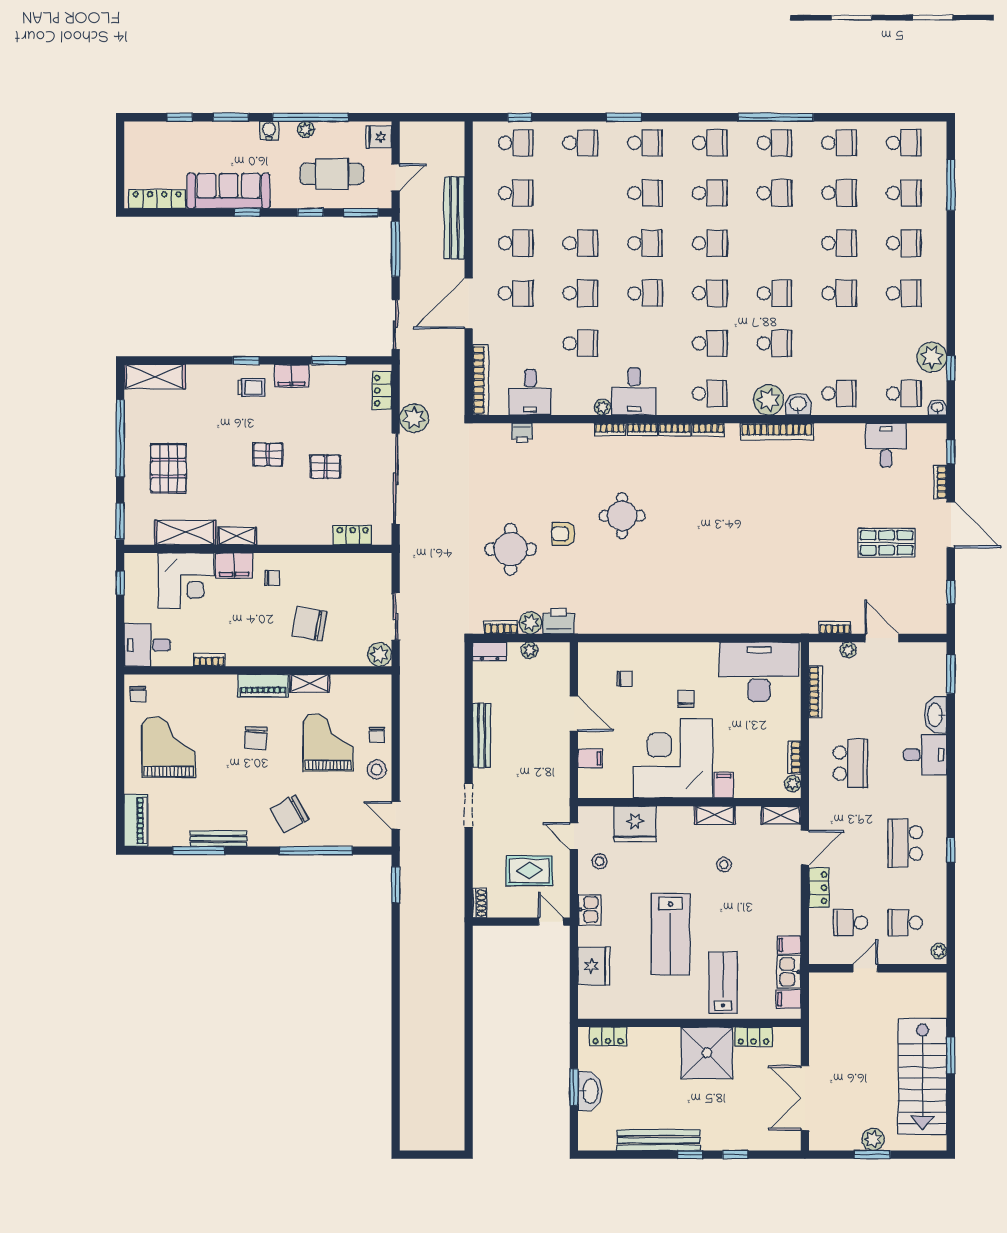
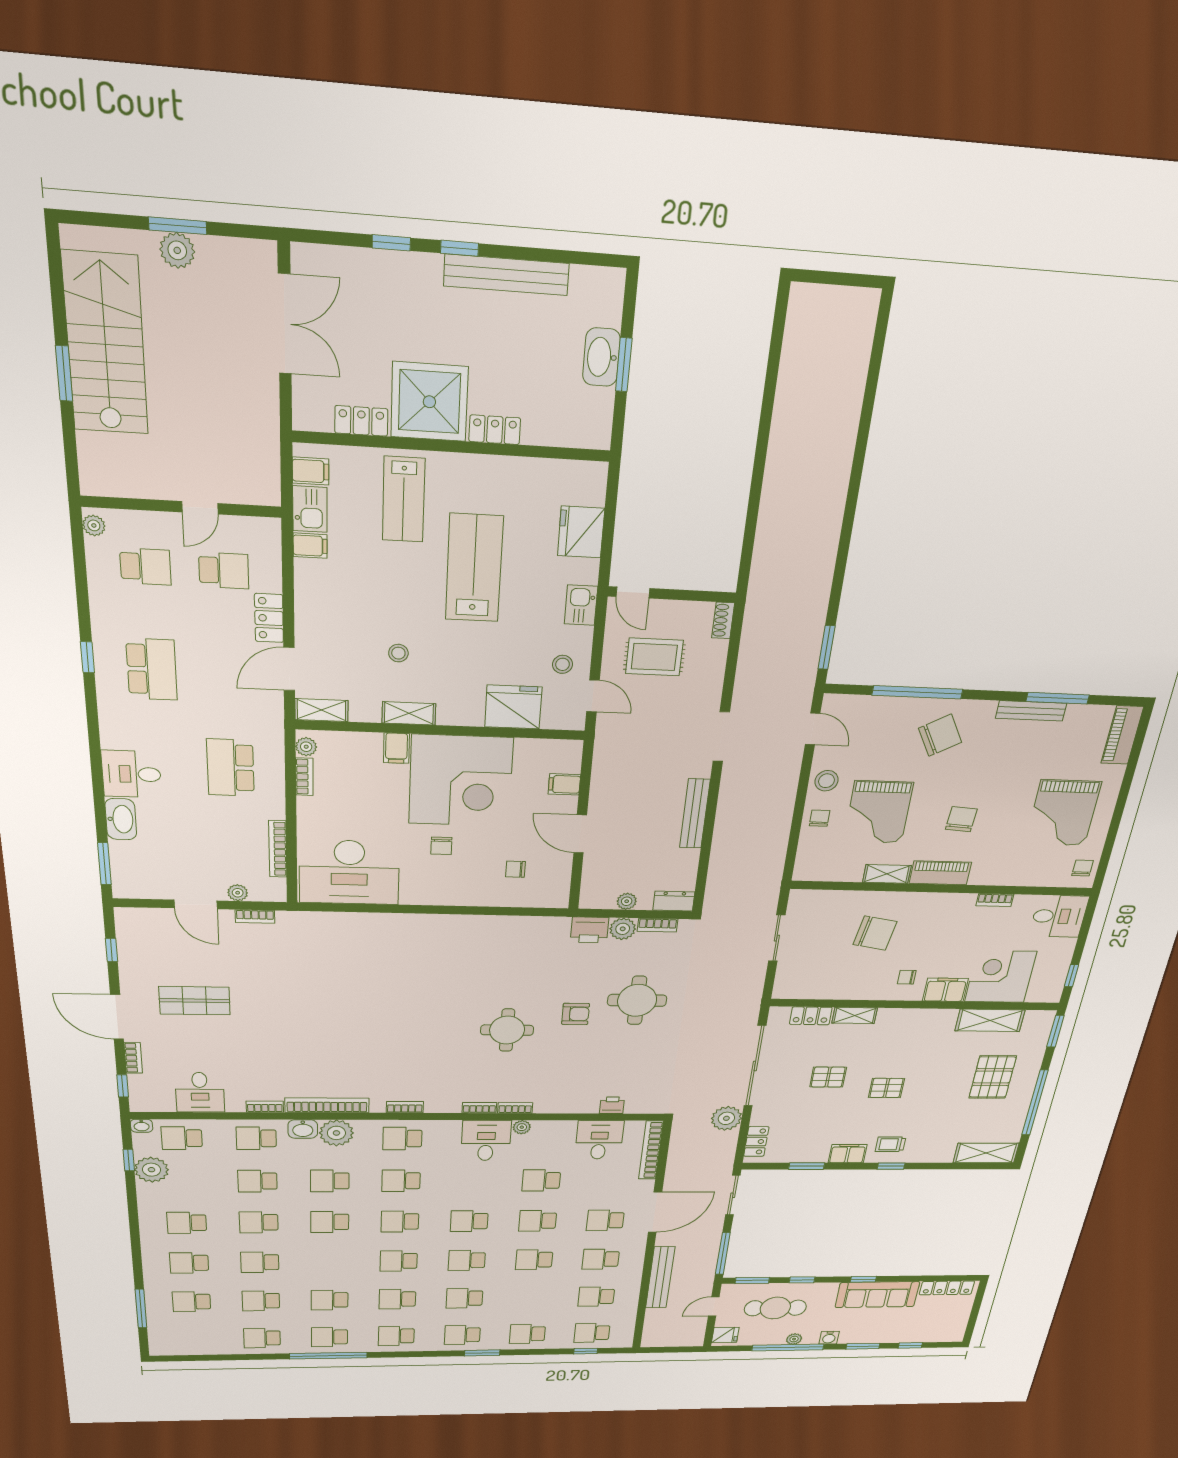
school desk: (904, 143) -> (257, 1181), moved
bookcase: (675, 430) -> (265, 1107), moved
shelving: (237, 536) -> (855, 1016), moved
plant: (379, 654) -> (802, 901), removed
locker: (608, 1036) -> (495, 430), moved

